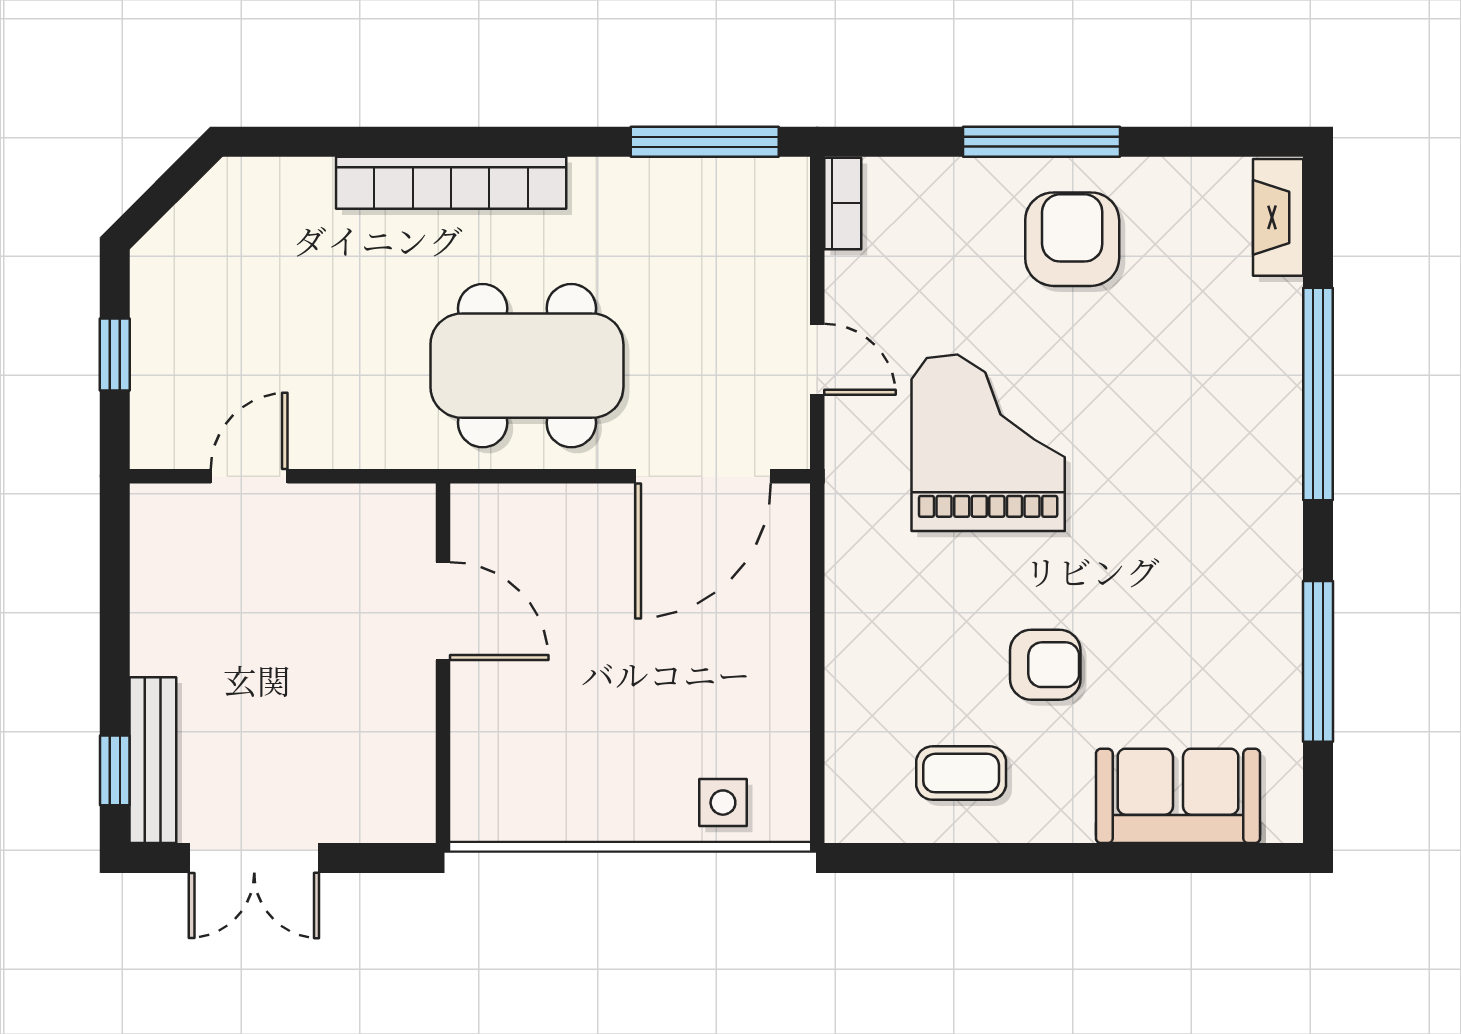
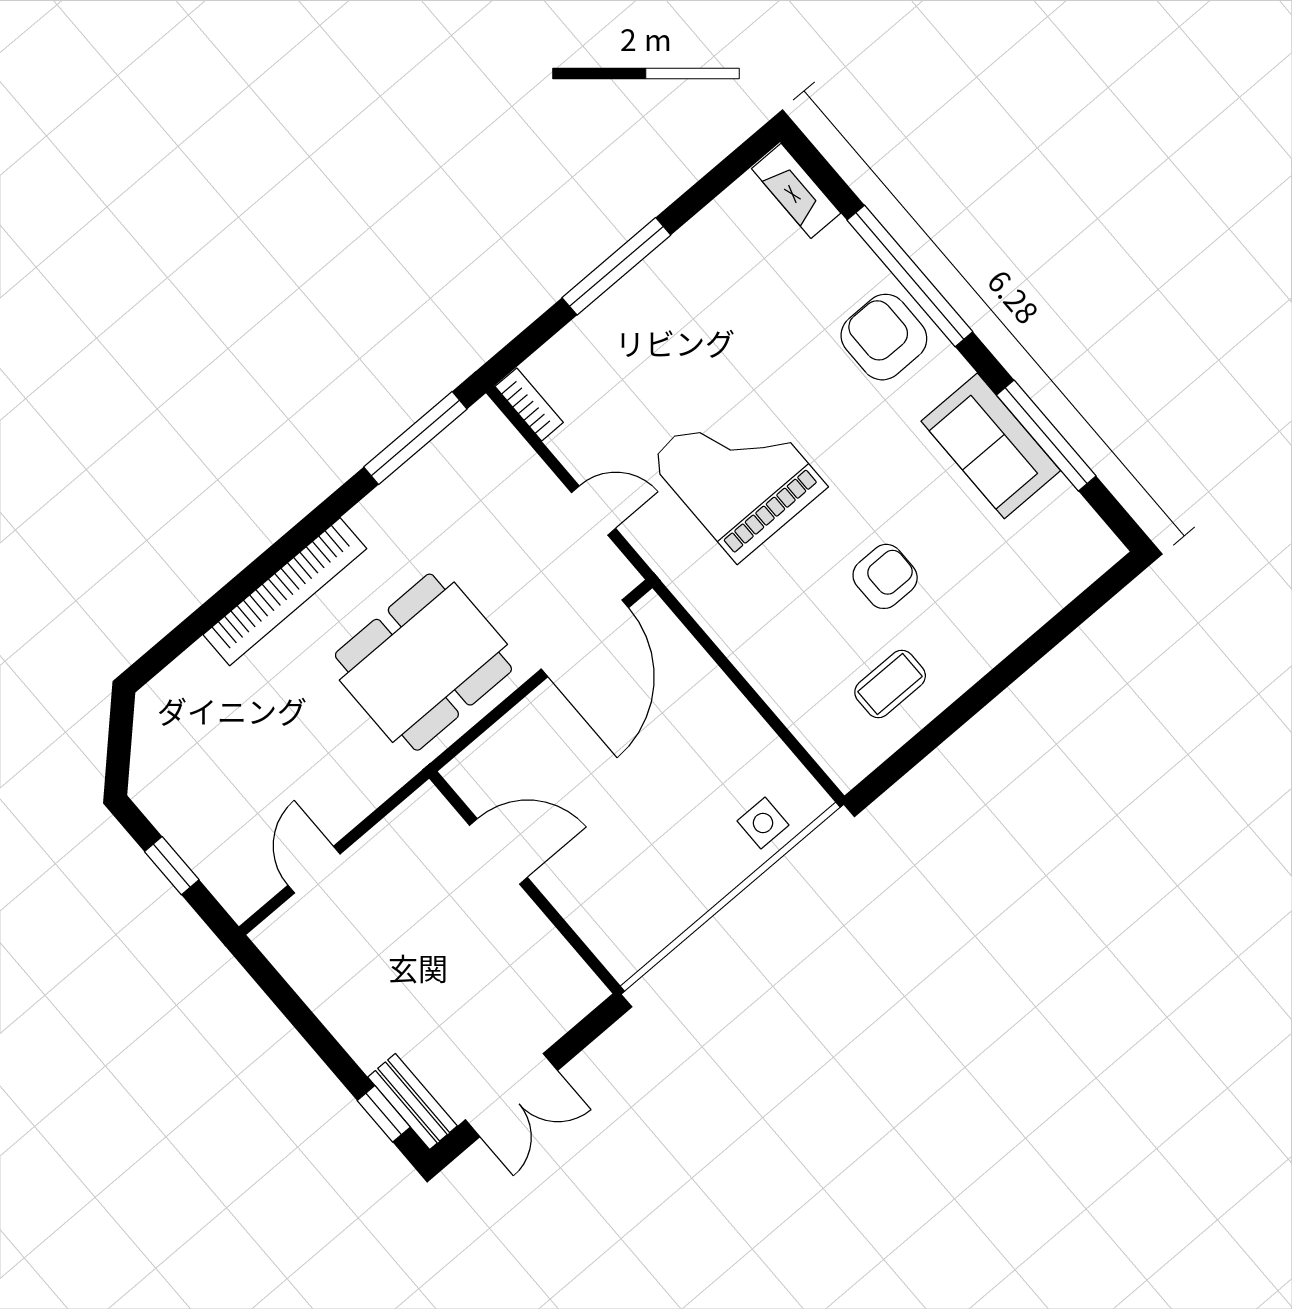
armchair: (1072, 239) -> (884, 337), moved
bench: (153, 760) -> (412, 1102), width x0.73
sofa: (1178, 796) -> (991, 446), moved, turned -90

